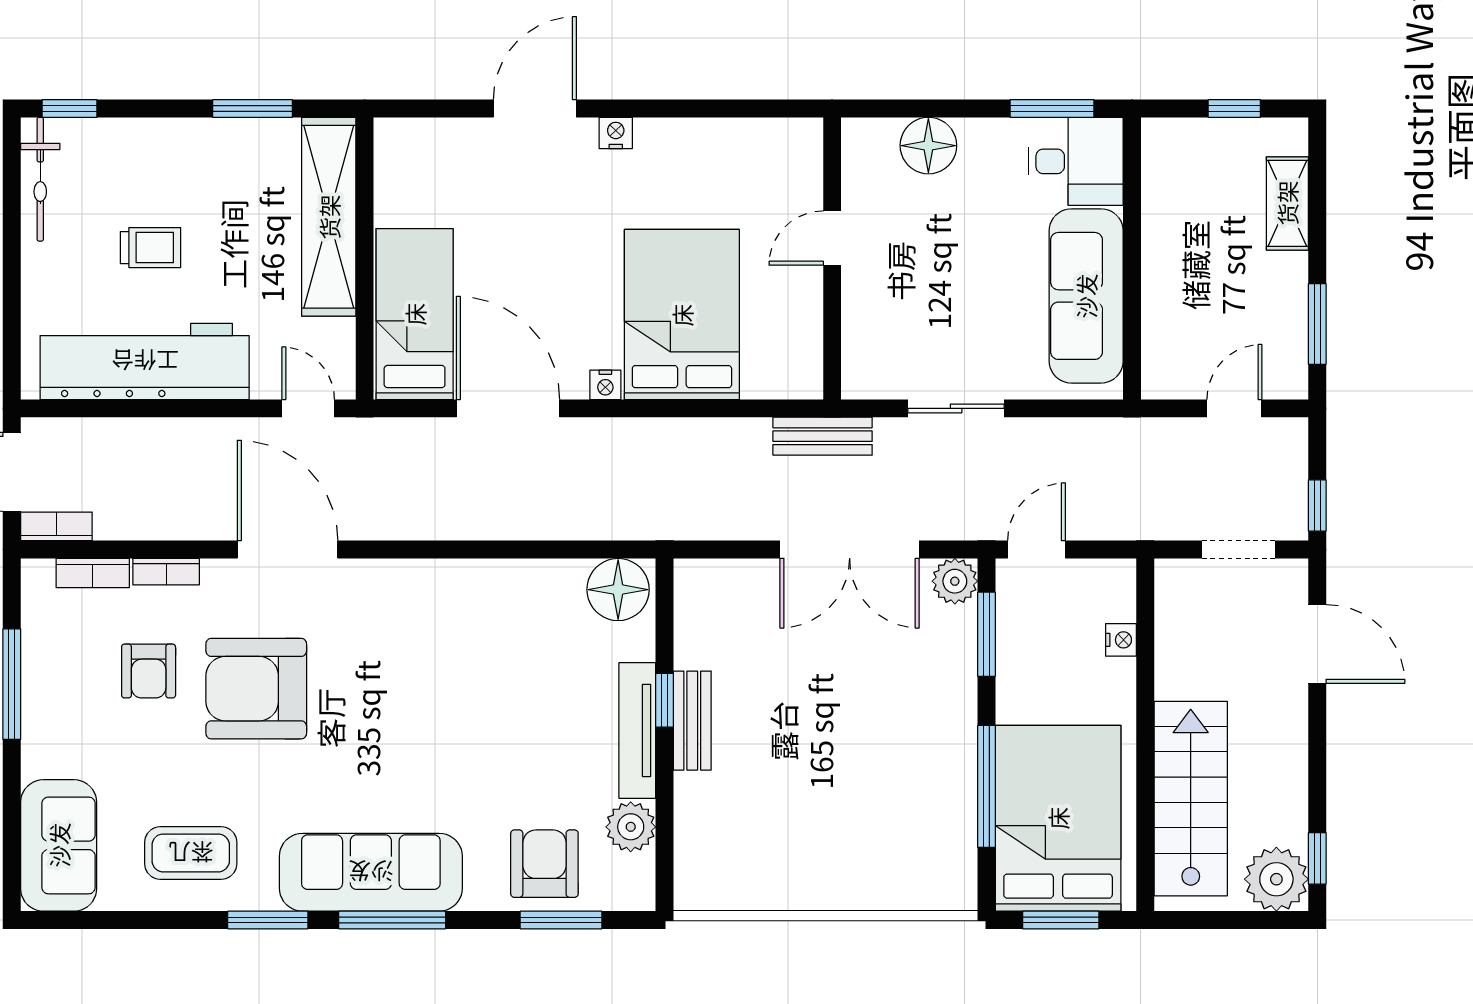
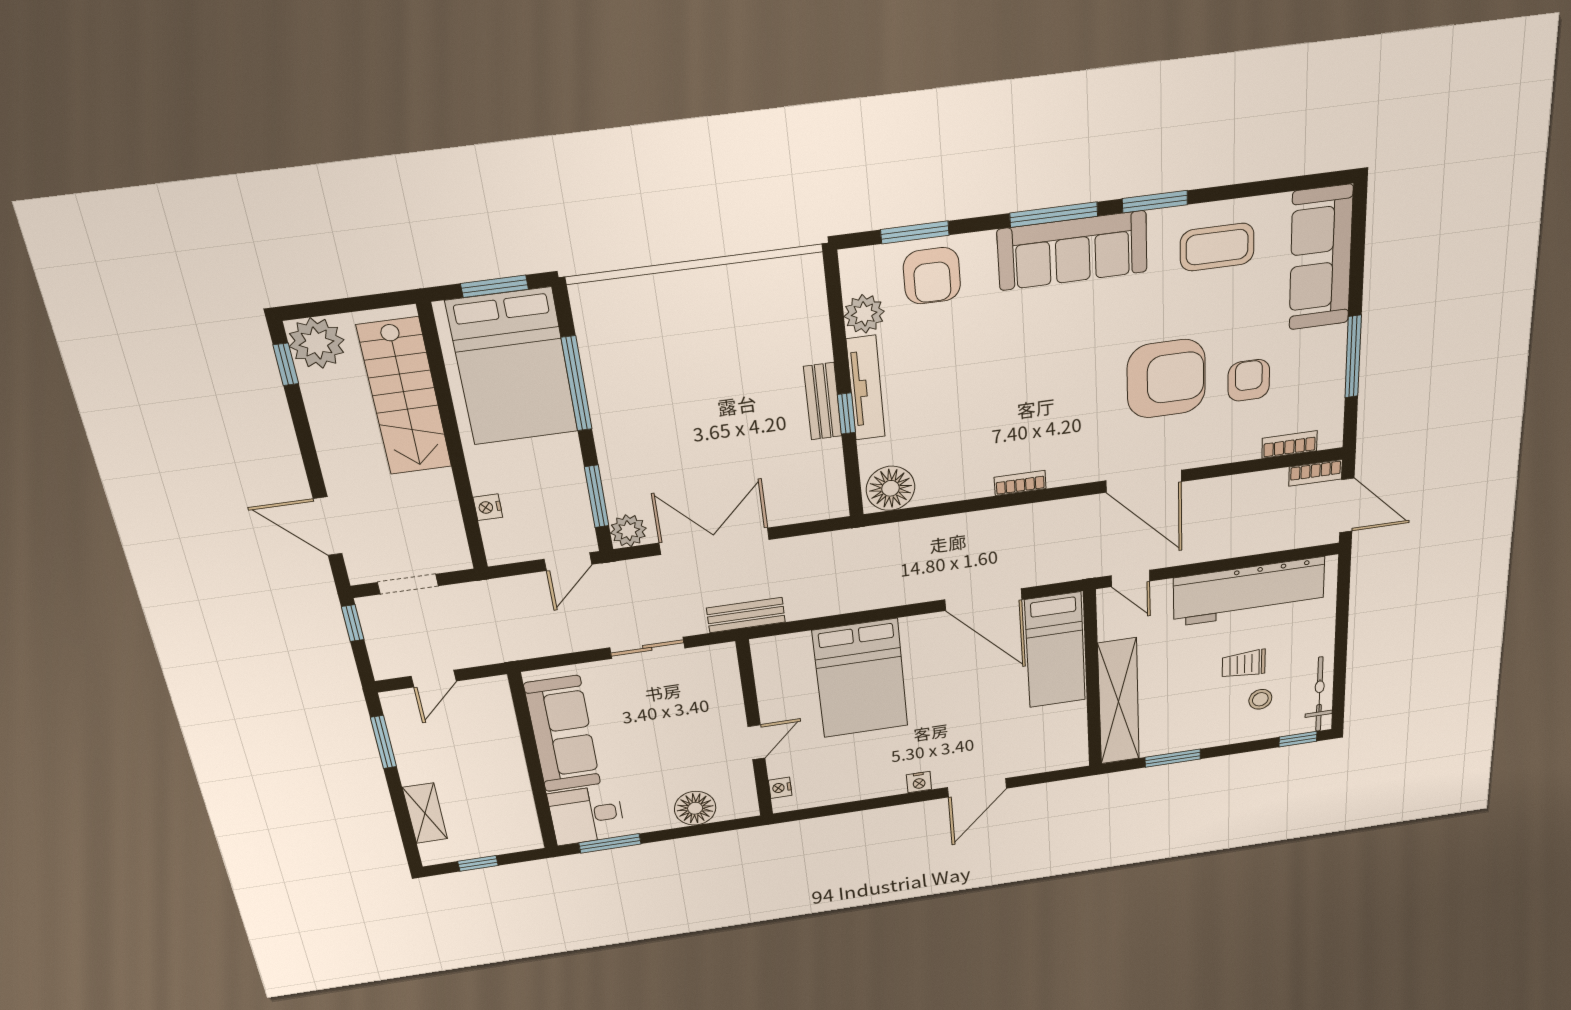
stool: (126, 186) -> (1260, 699), added
nightstand: (605, 385) -> (780, 788), moved, turned -90
bookcase: (166, 572) -> (1020, 483), moved
sofa: (59, 845) -> (1321, 258), width x1.36

